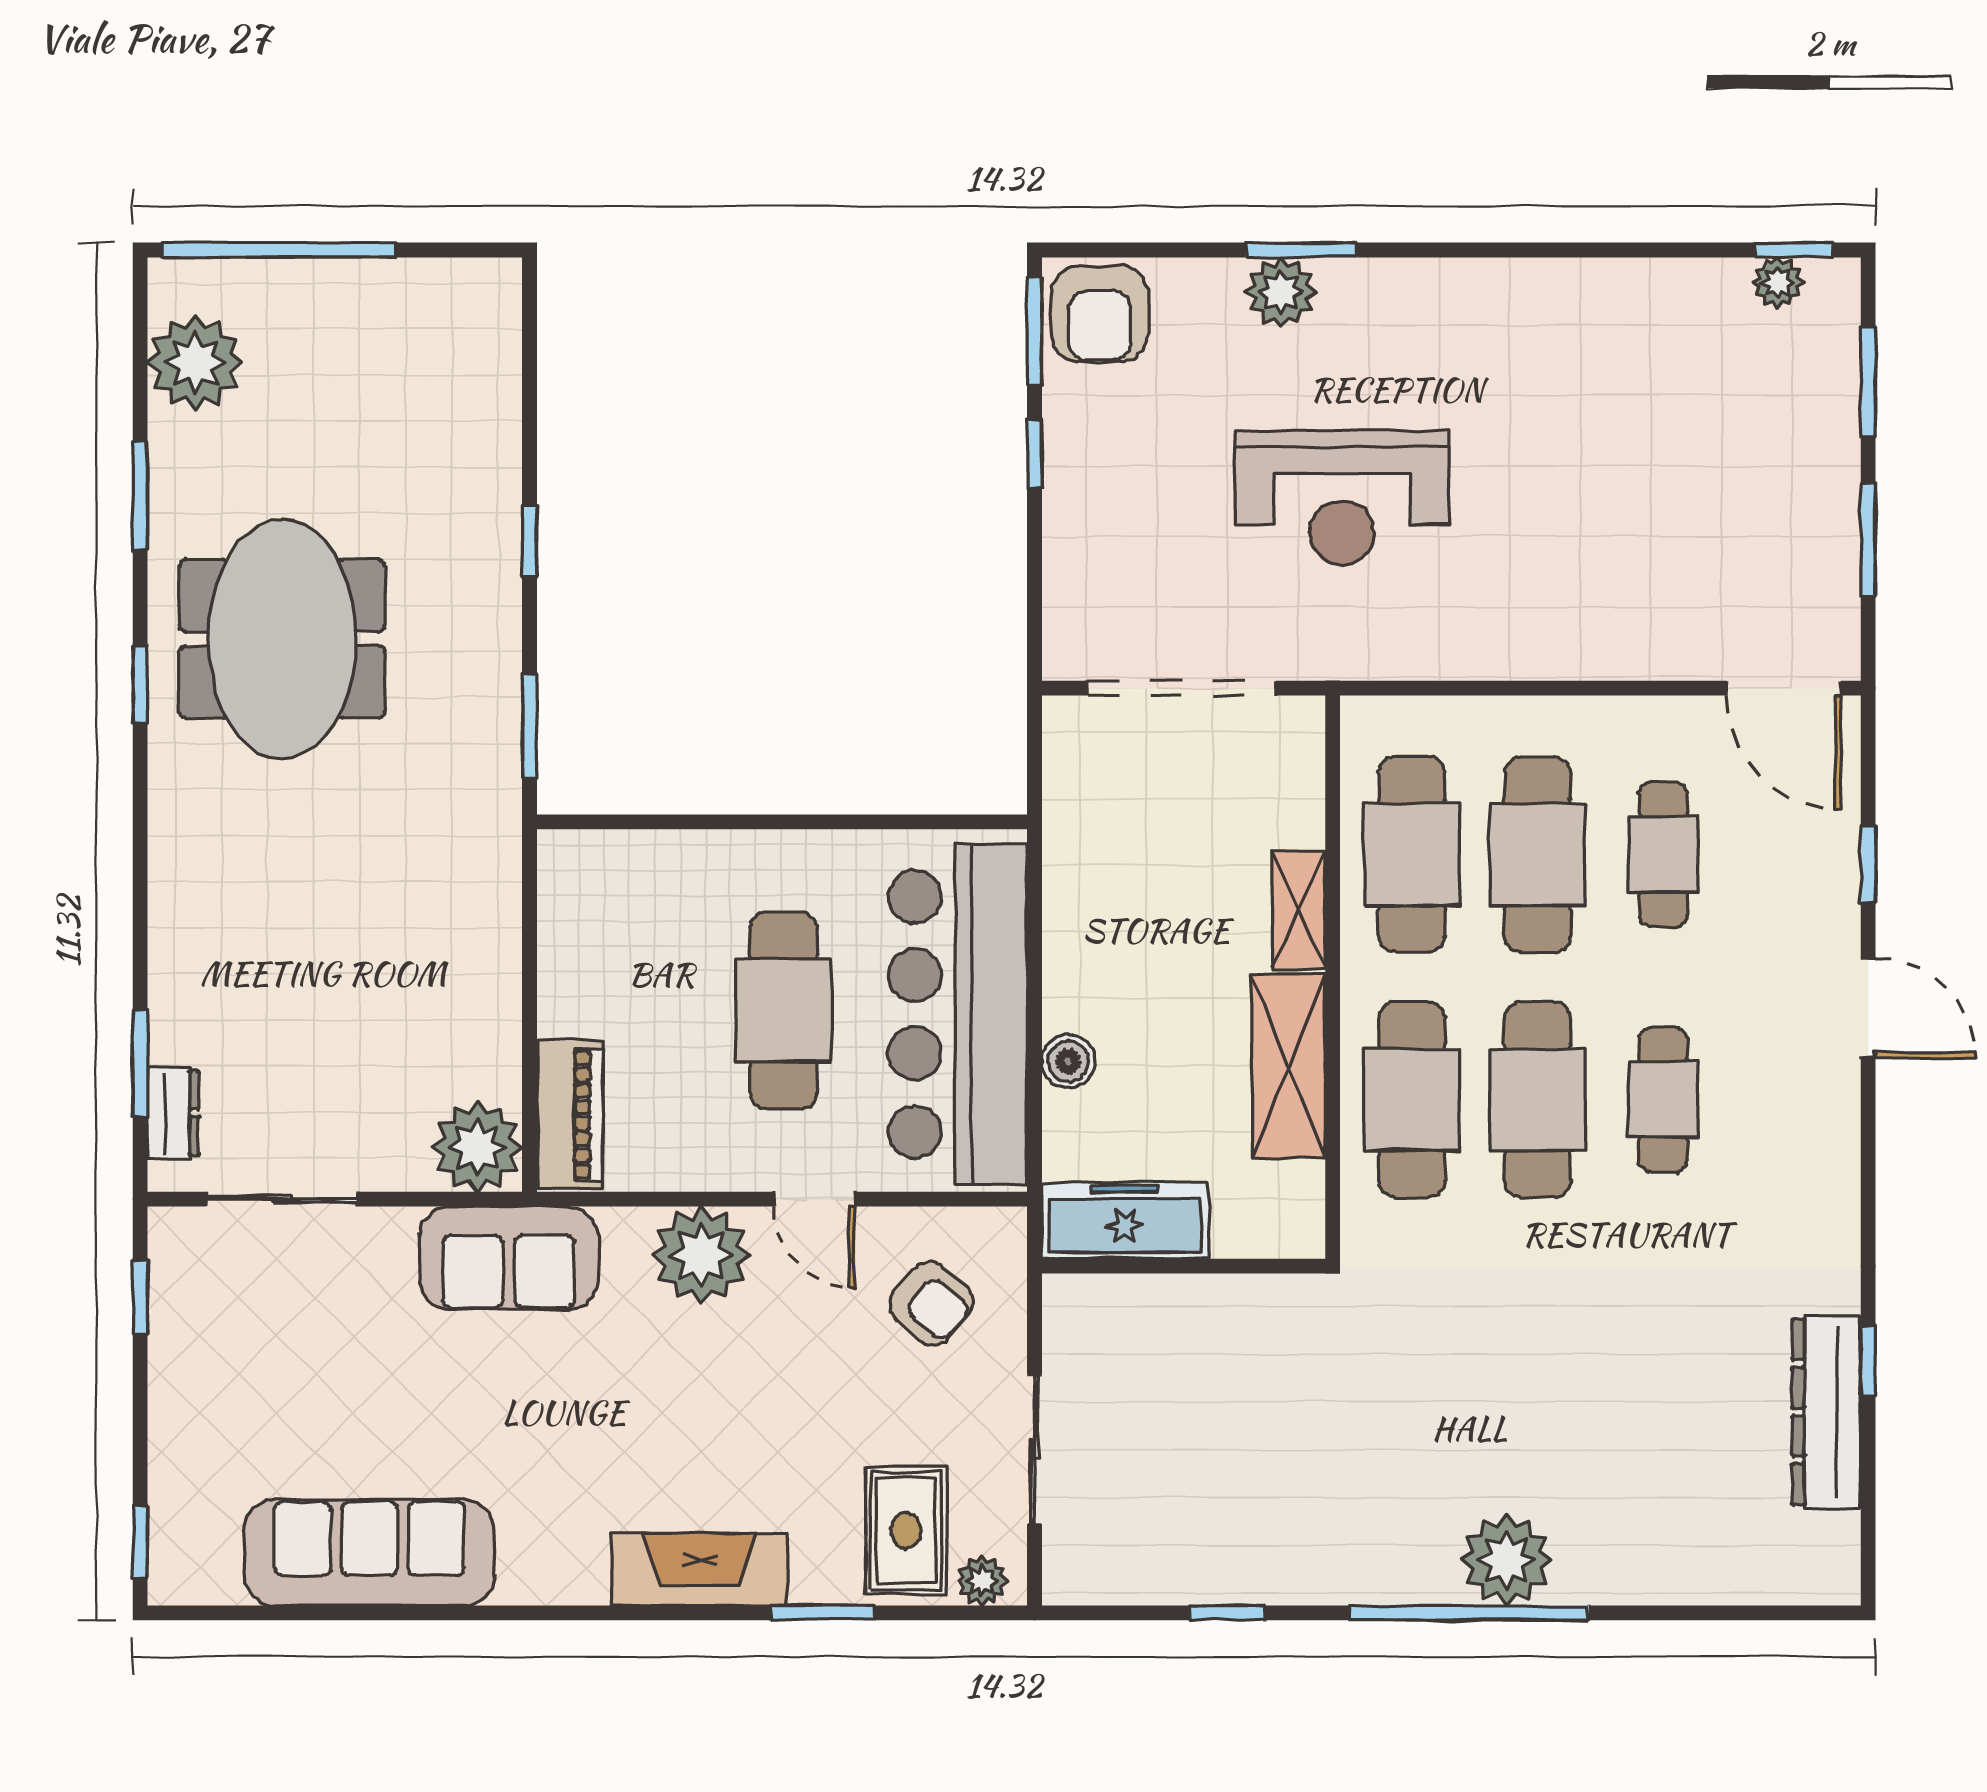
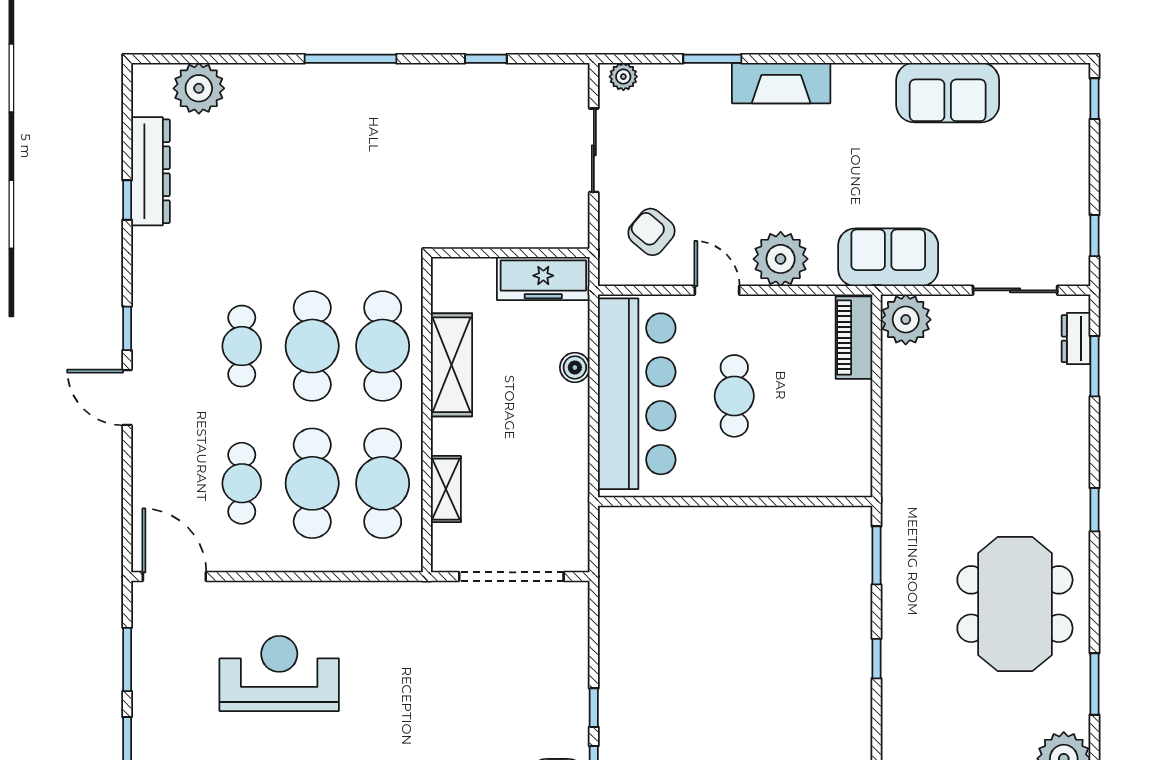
reception desk: (1342, 498) -> (279, 673), moved
window: (140, 684) -> (1095, 510), moved
window: (1868, 864) -> (127, 328), moved
shelving: (1299, 910) -> (446, 489), moved
cafe table: (784, 1011) -> (734, 396), width x0.73, depth x0.74
rug: (906, 1531) -> (666, 105), removed
sofa: (369, 1552) -> (948, 93), width x0.73
plant: (1506, 1560) -> (199, 88), moved
window: (1469, 1613) -> (351, 59), width x0.68

